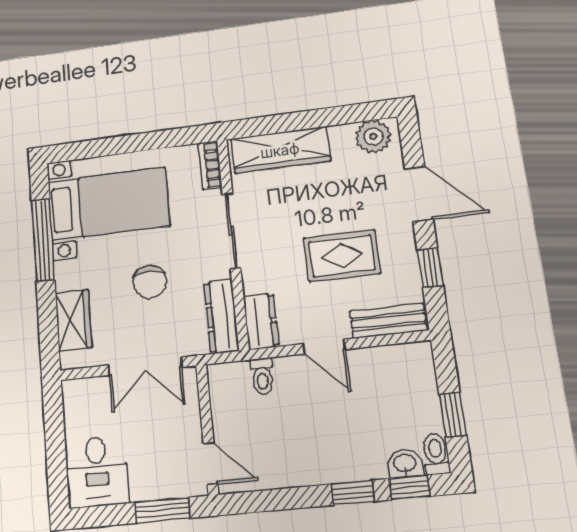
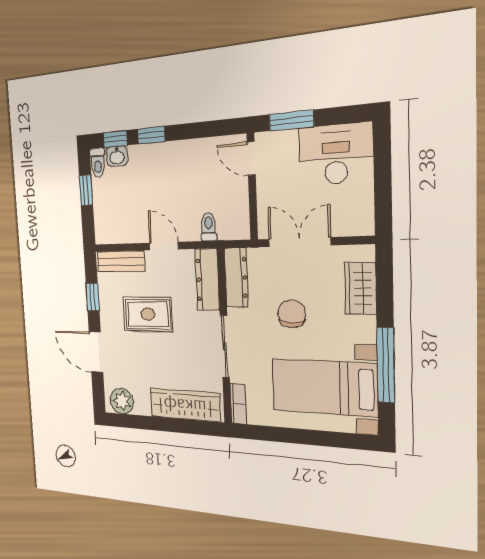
dresser: (261, 321) -> (207, 280), width x1.44
desk: (97, 472) -> (336, 154), width x1.37

